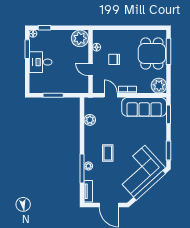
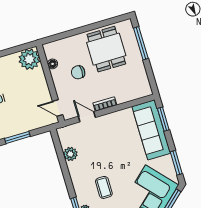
dining table: (152, 53) -> (106, 49), moved
door: (91, 69) -> (58, 108), moved
plant: (159, 86) -> (141, 88), removed
sofa: (144, 107) -> (151, 130), moved, turned 90

